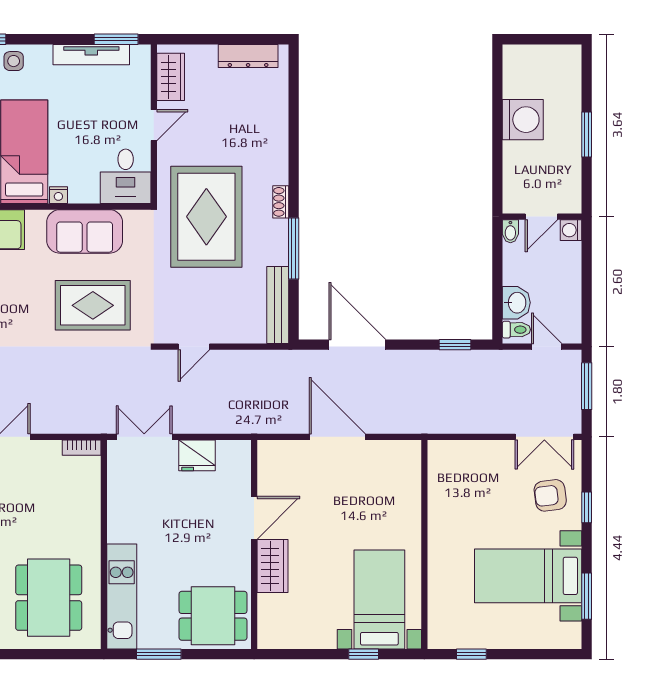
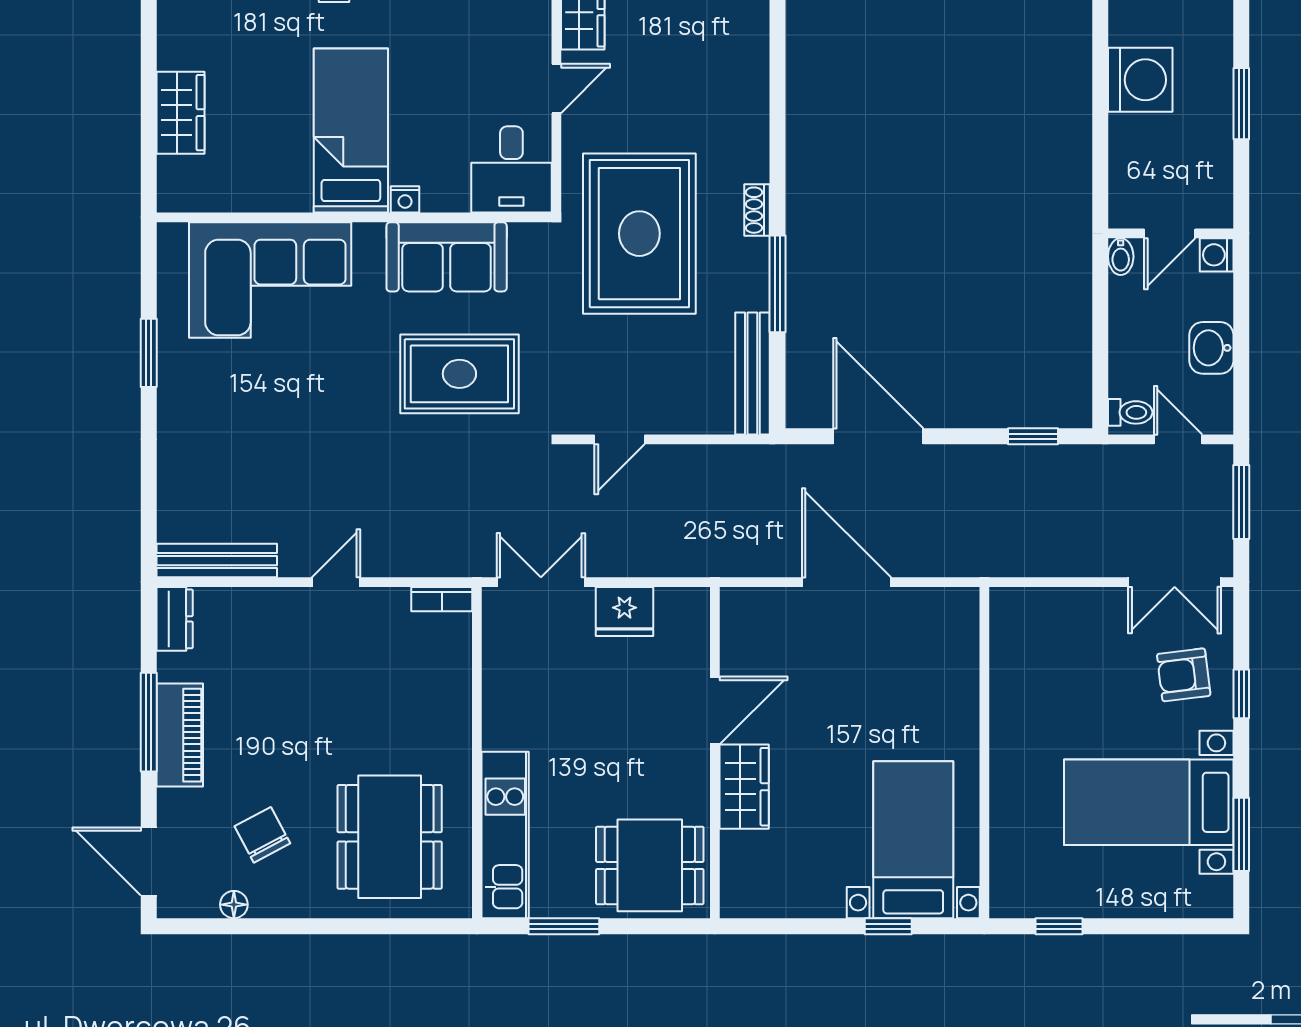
washbasin: (516, 303) -> (1211, 348), moved, turned 180

